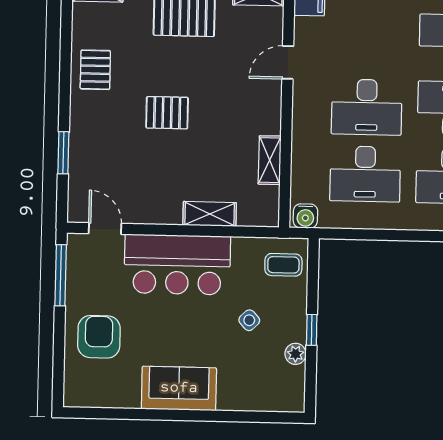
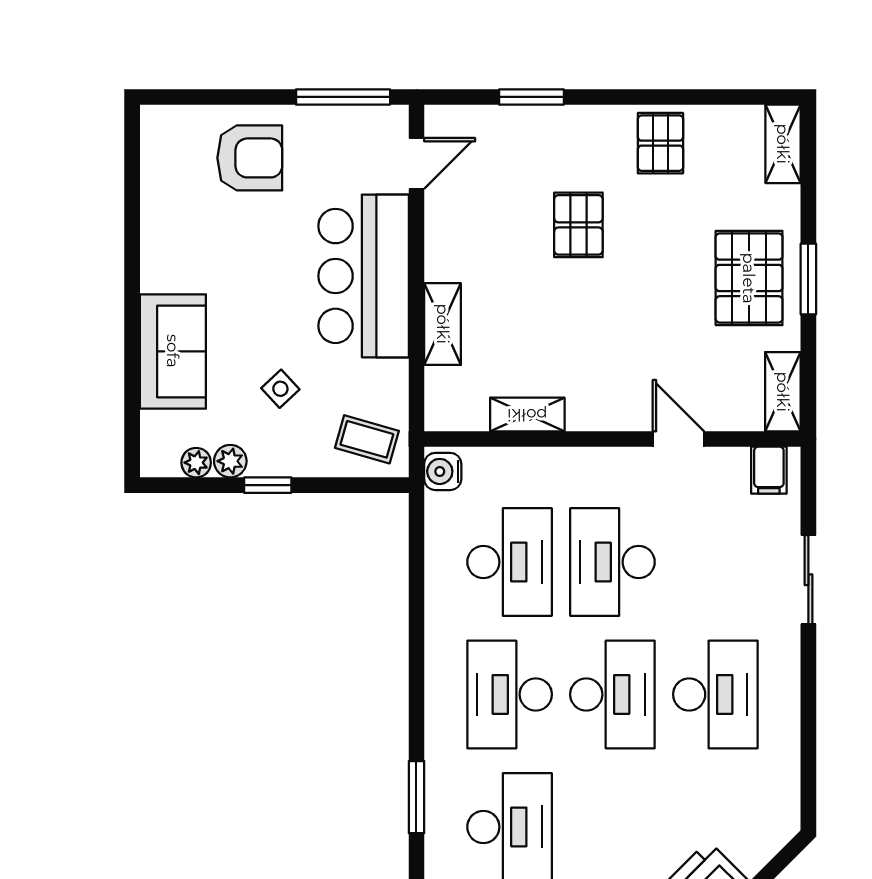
pallet: (95, 70) -> (660, 143), turned 90
pallet: (167, 113) -> (578, 225), moved
desk: (365, 174) -> (510, 562), turned 180
coffee table: (283, 265) -> (367, 439), turned -74
plant: (296, 376) -> (196, 463), added
sofa: (179, 388) -> (173, 351), moved

